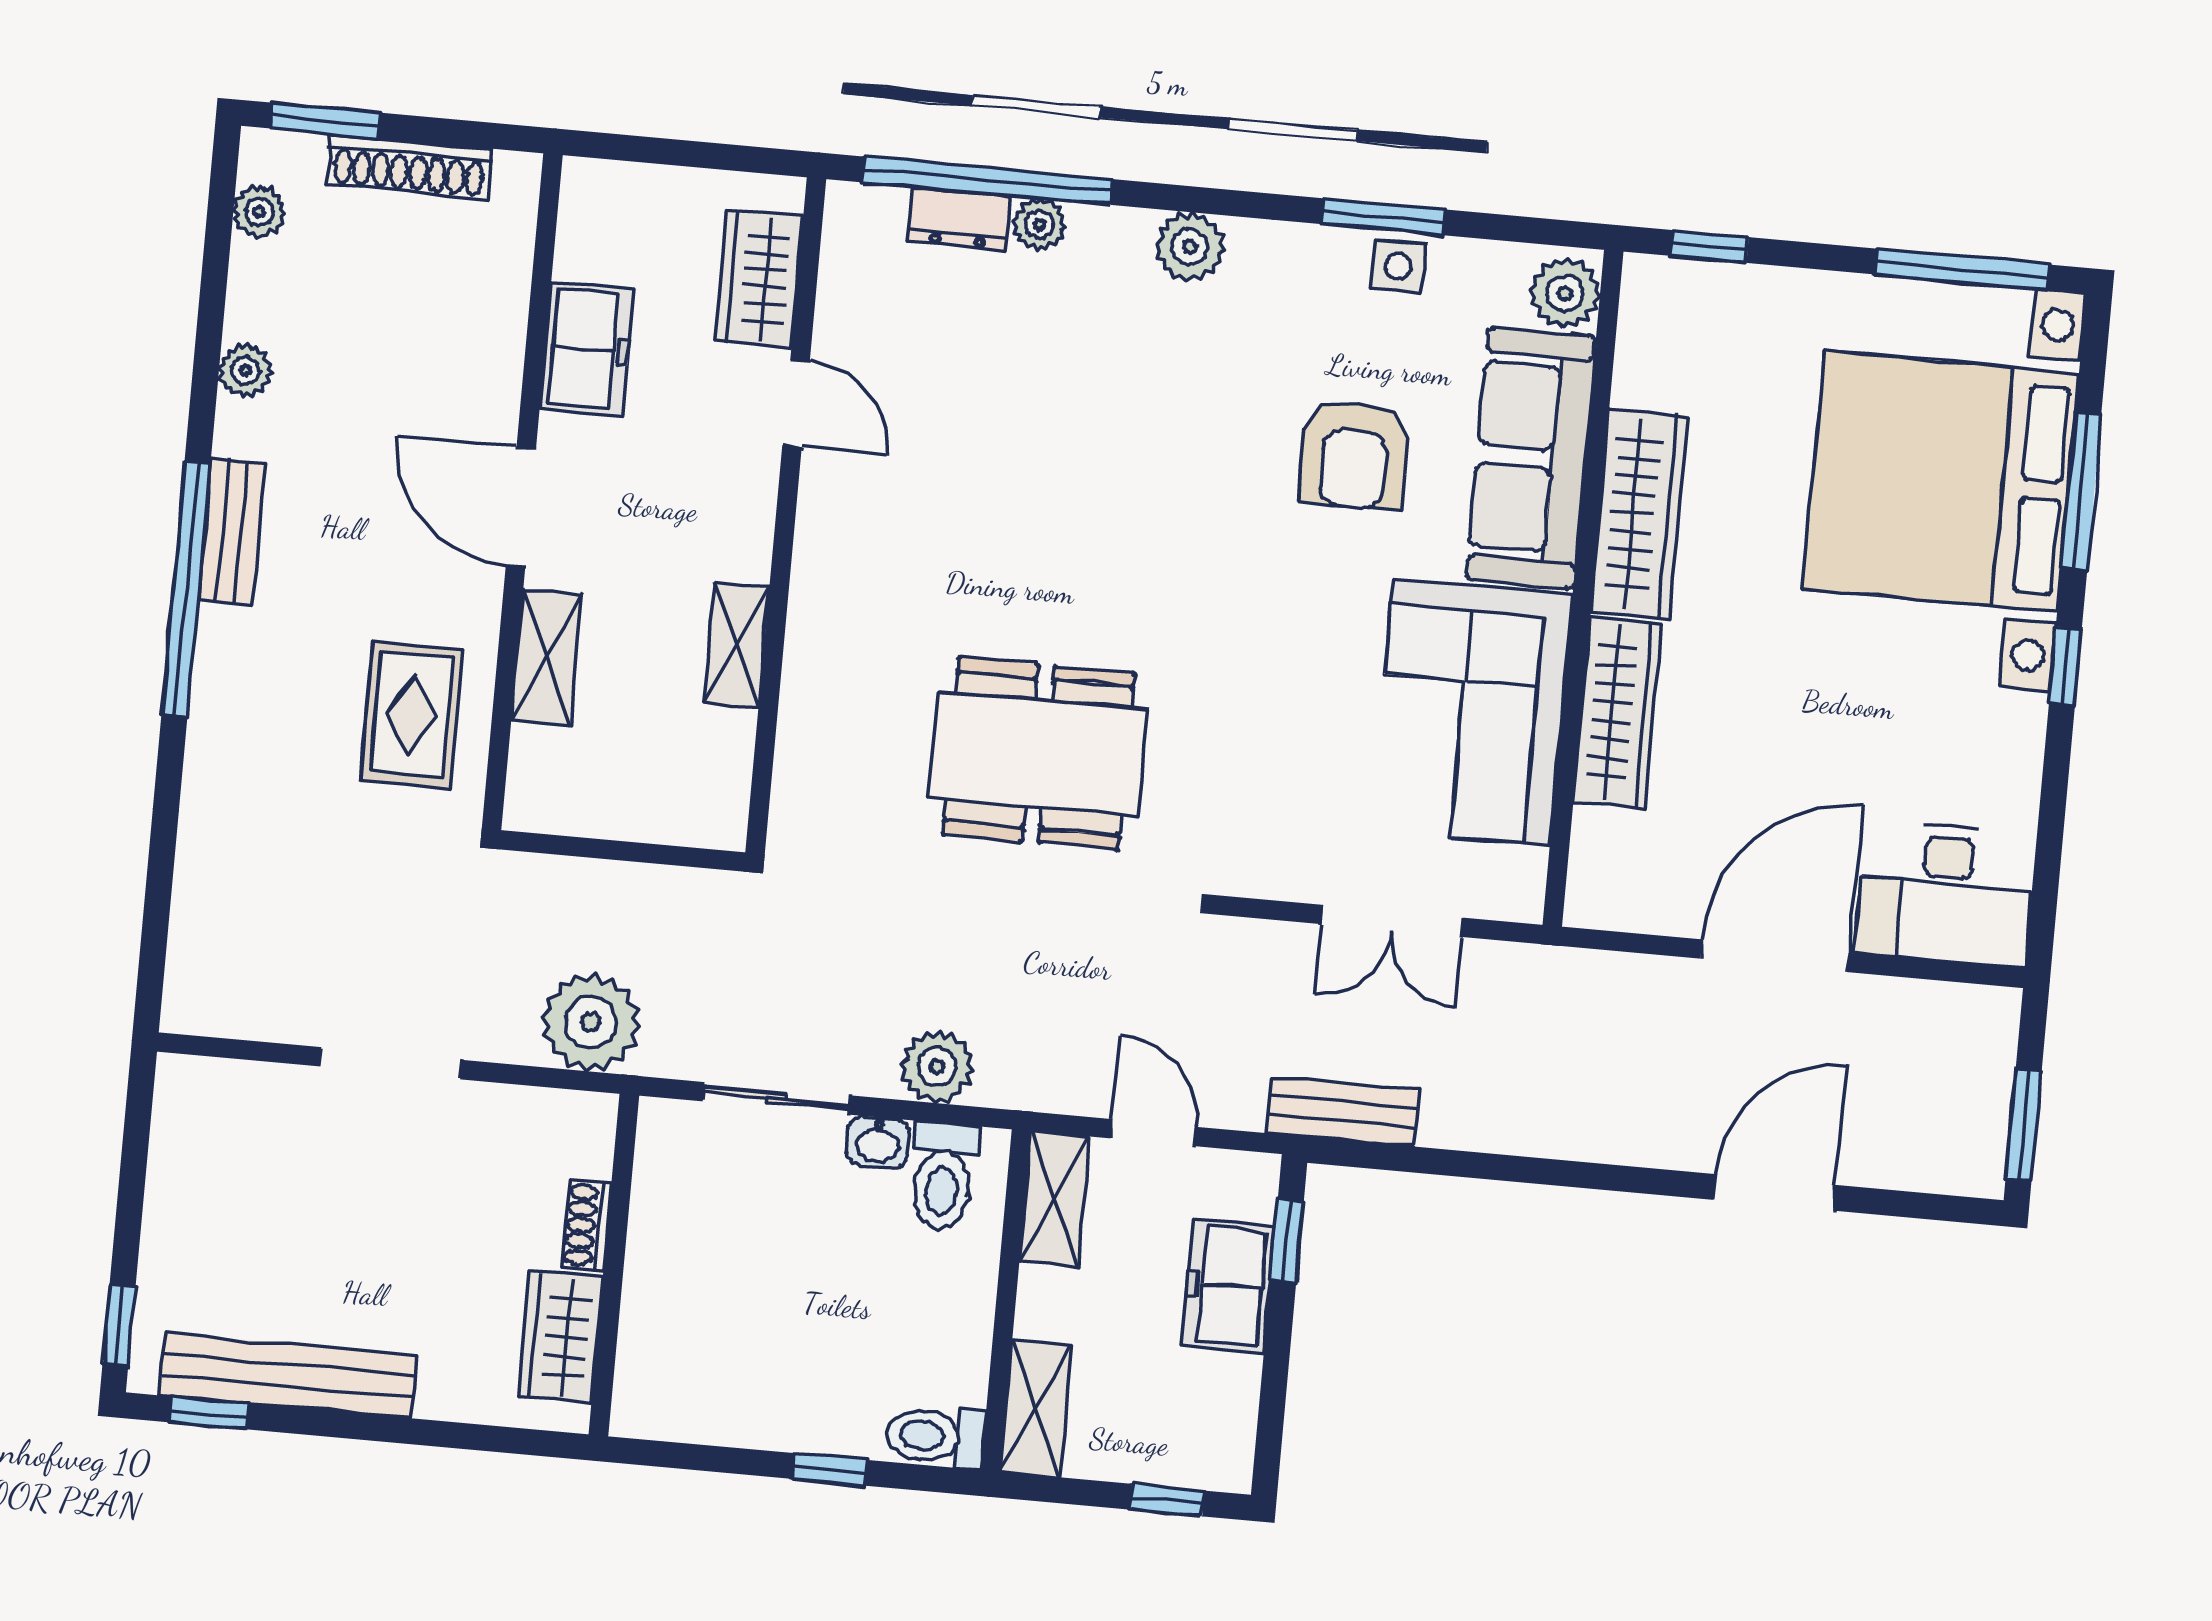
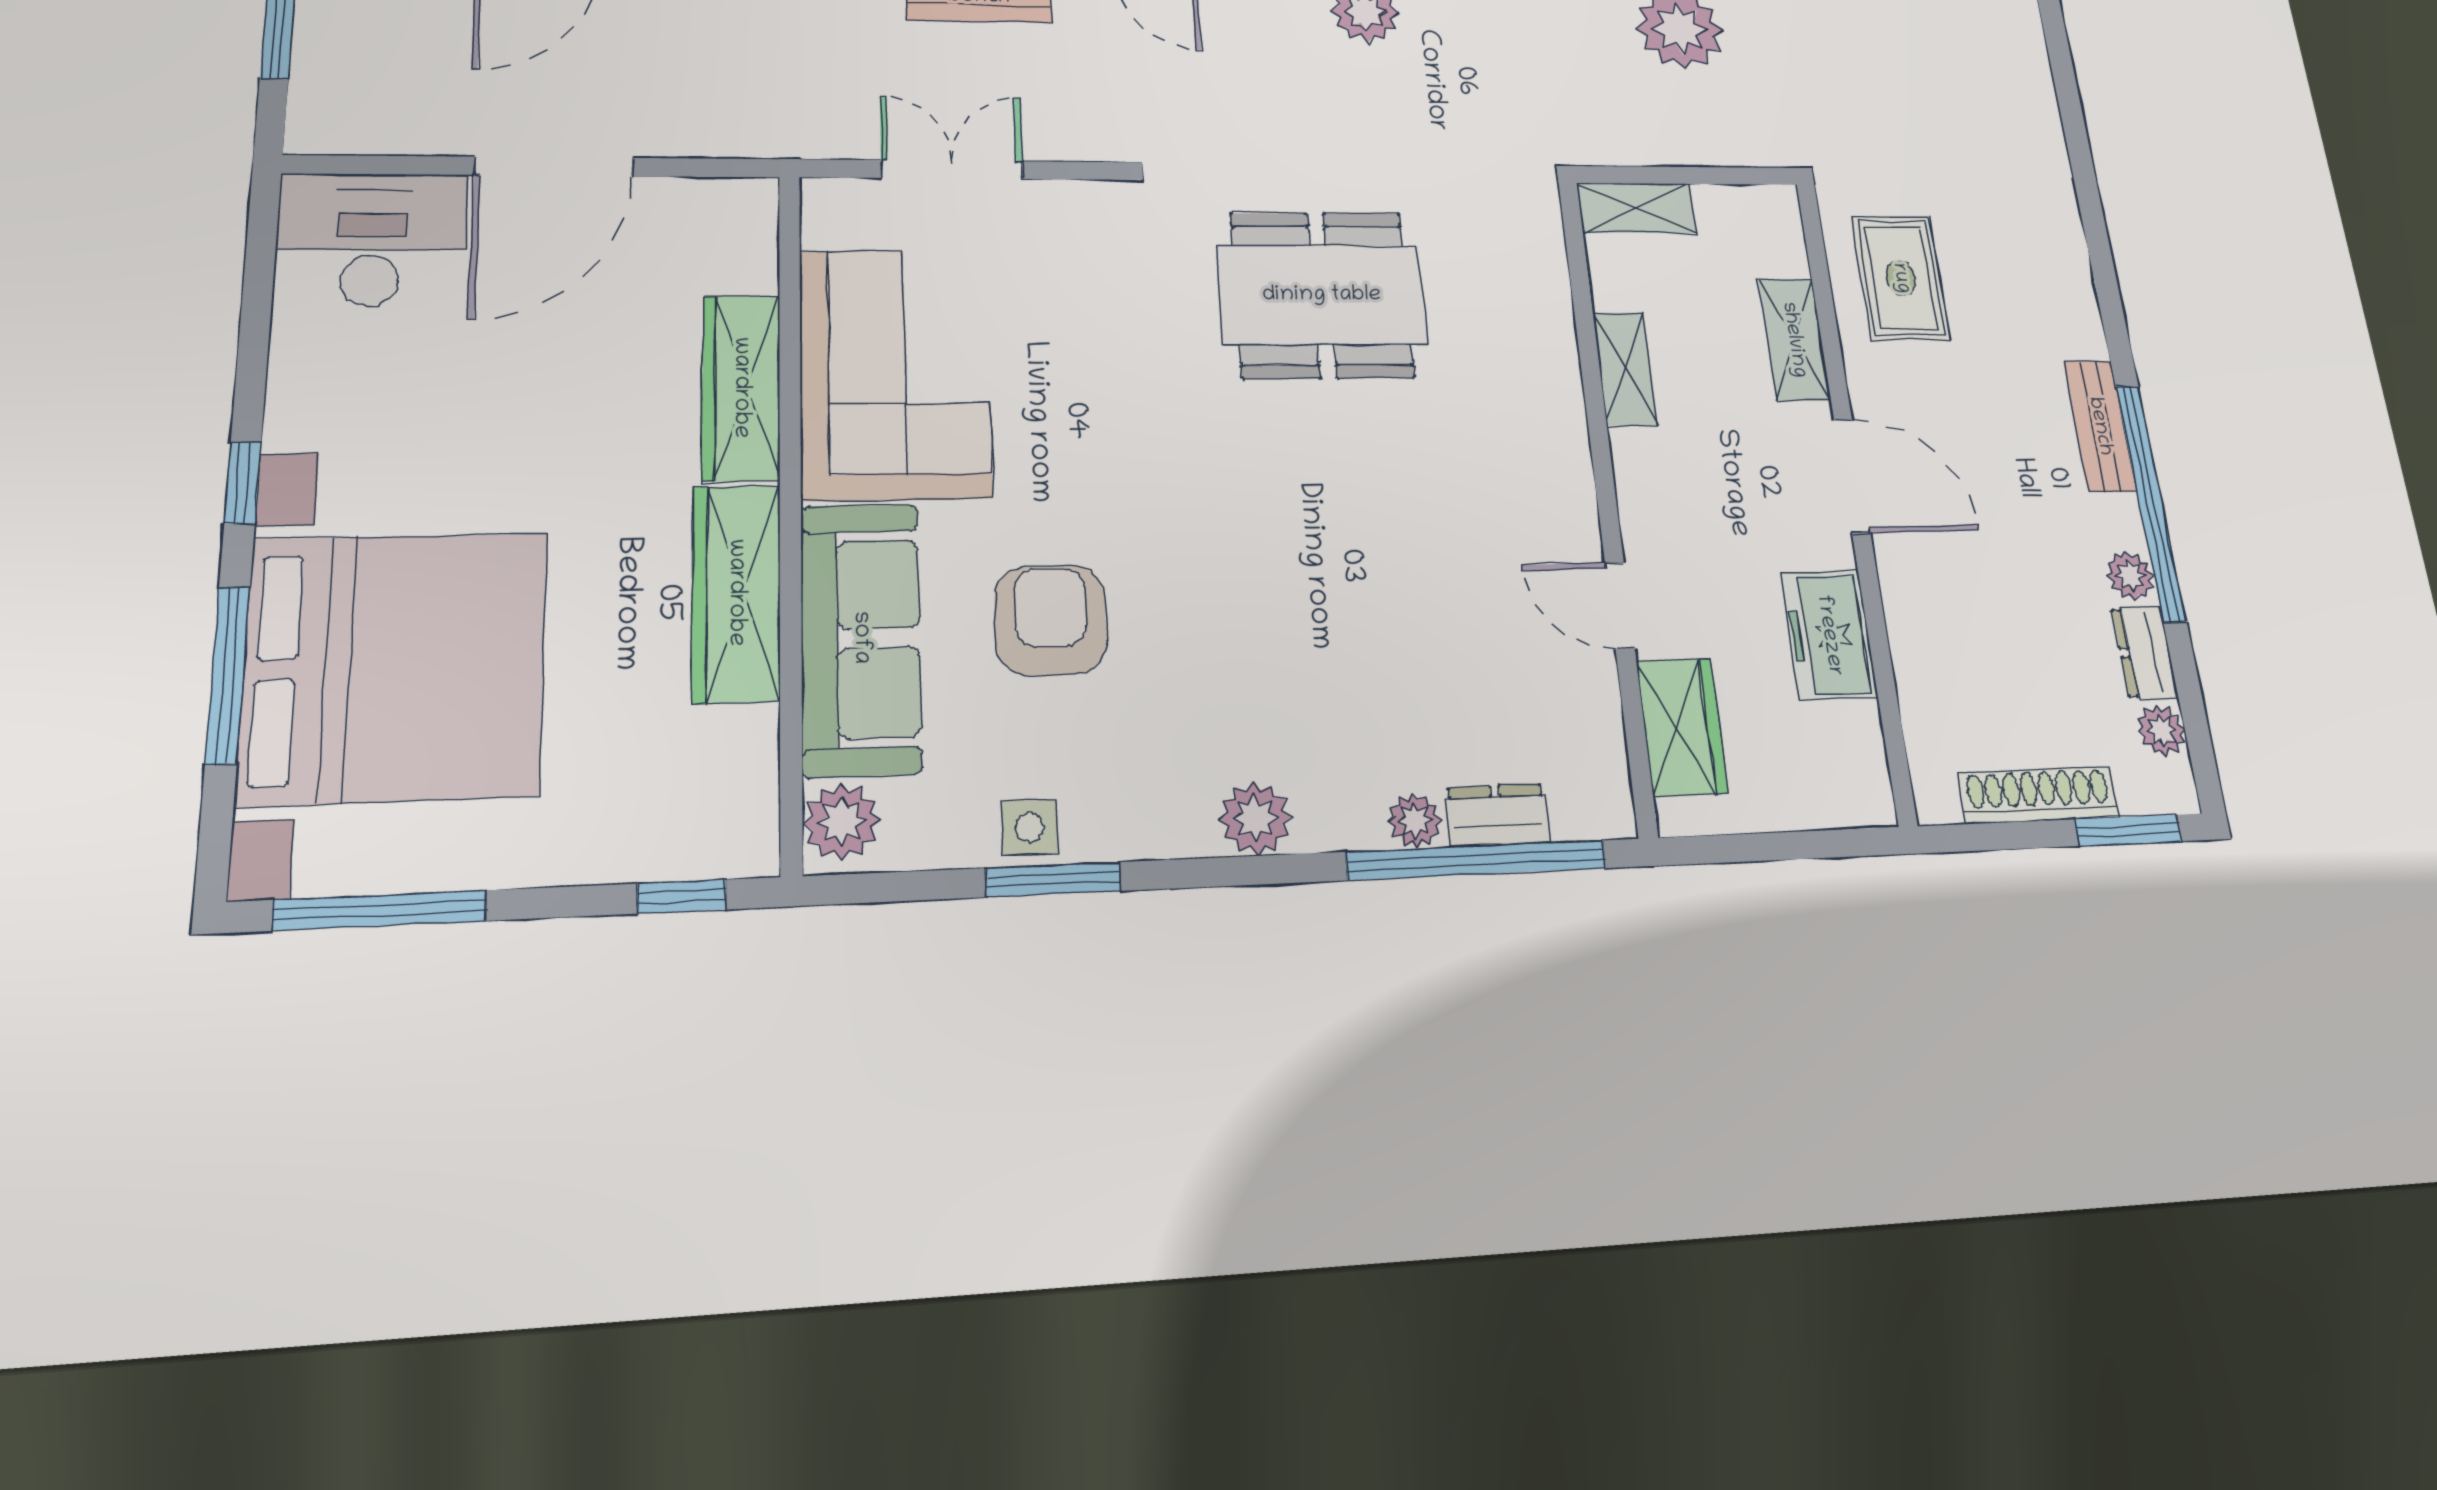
dresser: (253, 291) -> (2145, 652), added
window: (186, 589) -> (2151, 502), moved
shelving: (686, 819) -> (1637, 208), added

